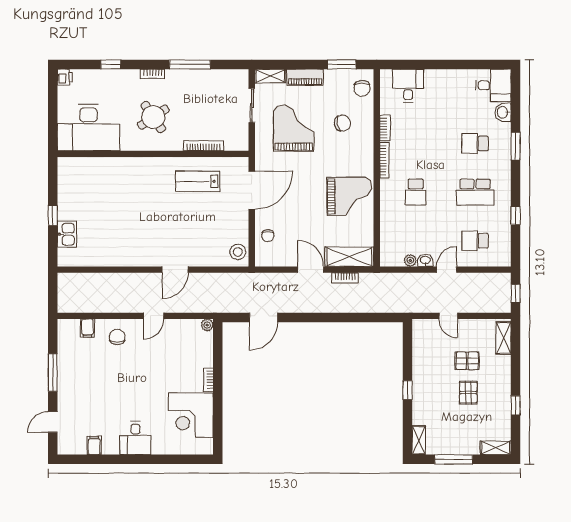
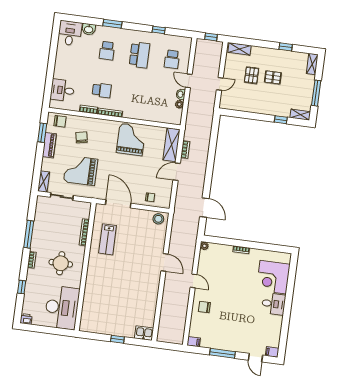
piano: (305, 77) -> (49, 145), moved
round table: (153, 117) -> (61, 263), turned 34
school desk: (416, 192) -> (102, 90), moved
kitchen sink: (67, 234) -> (144, 333), moved
filing cabinet: (87, 328) -> (194, 342), moved
window: (408, 390) -> (281, 120), moved
corner desk: (191, 415) -> (273, 277), moved, turned 90
filing cabinet: (94, 445) -> (272, 352), moved

